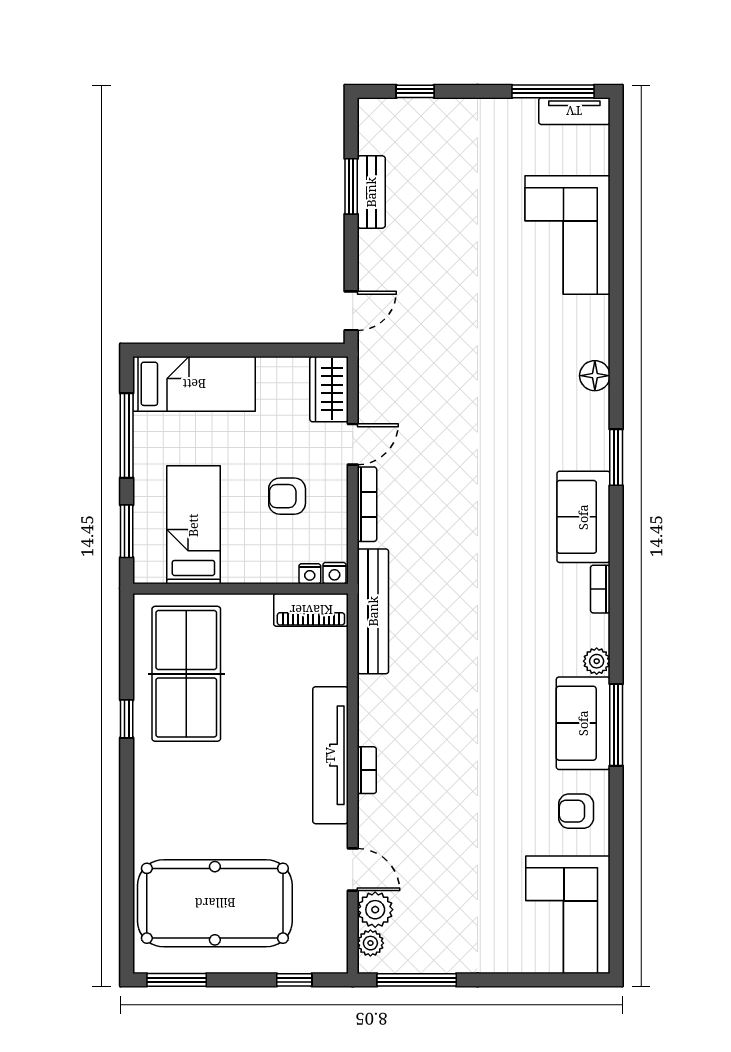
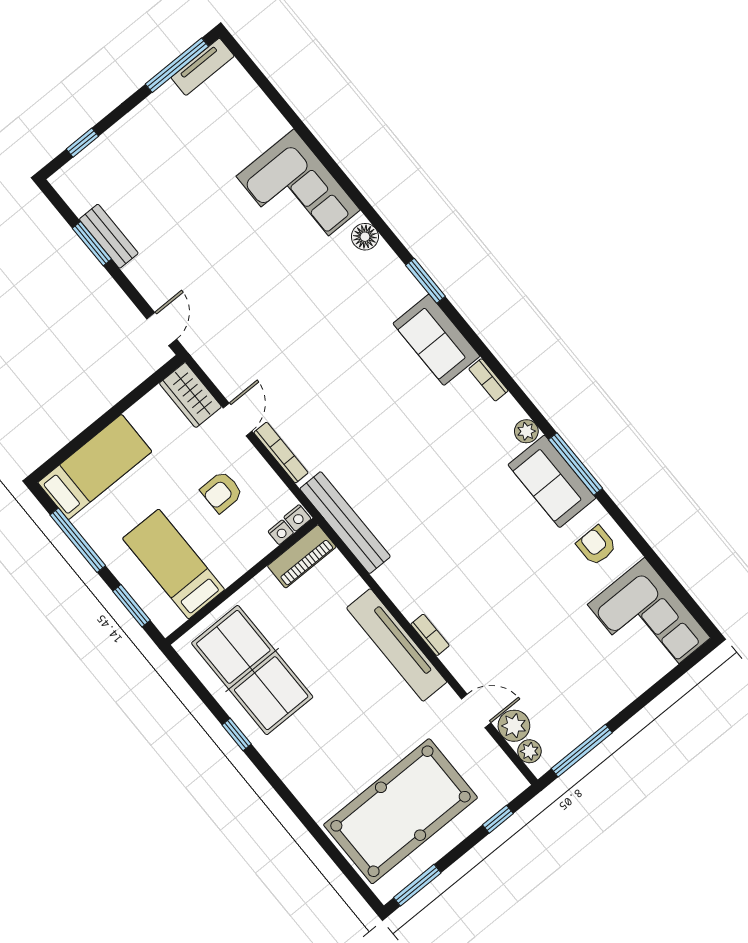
corner sofa: (568, 235) -> (298, 193), moved
armchair: (576, 811) -> (596, 546), turned 90

